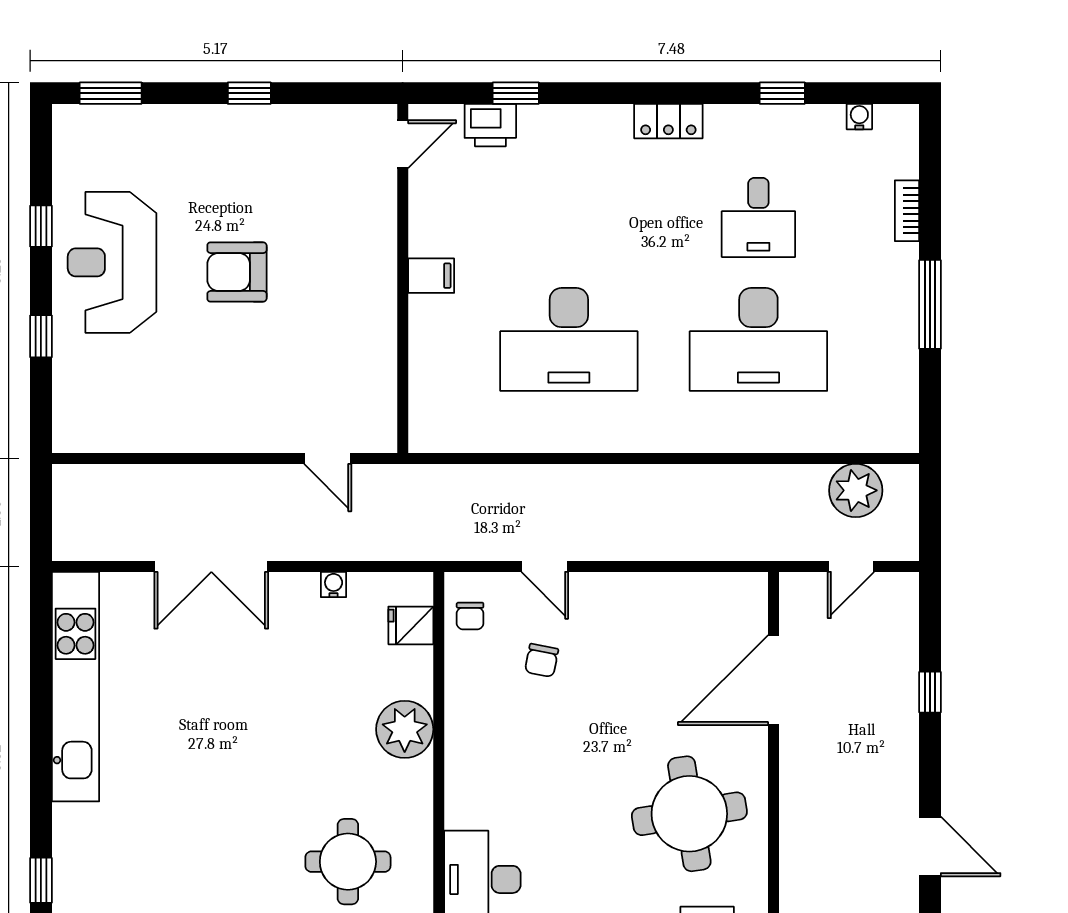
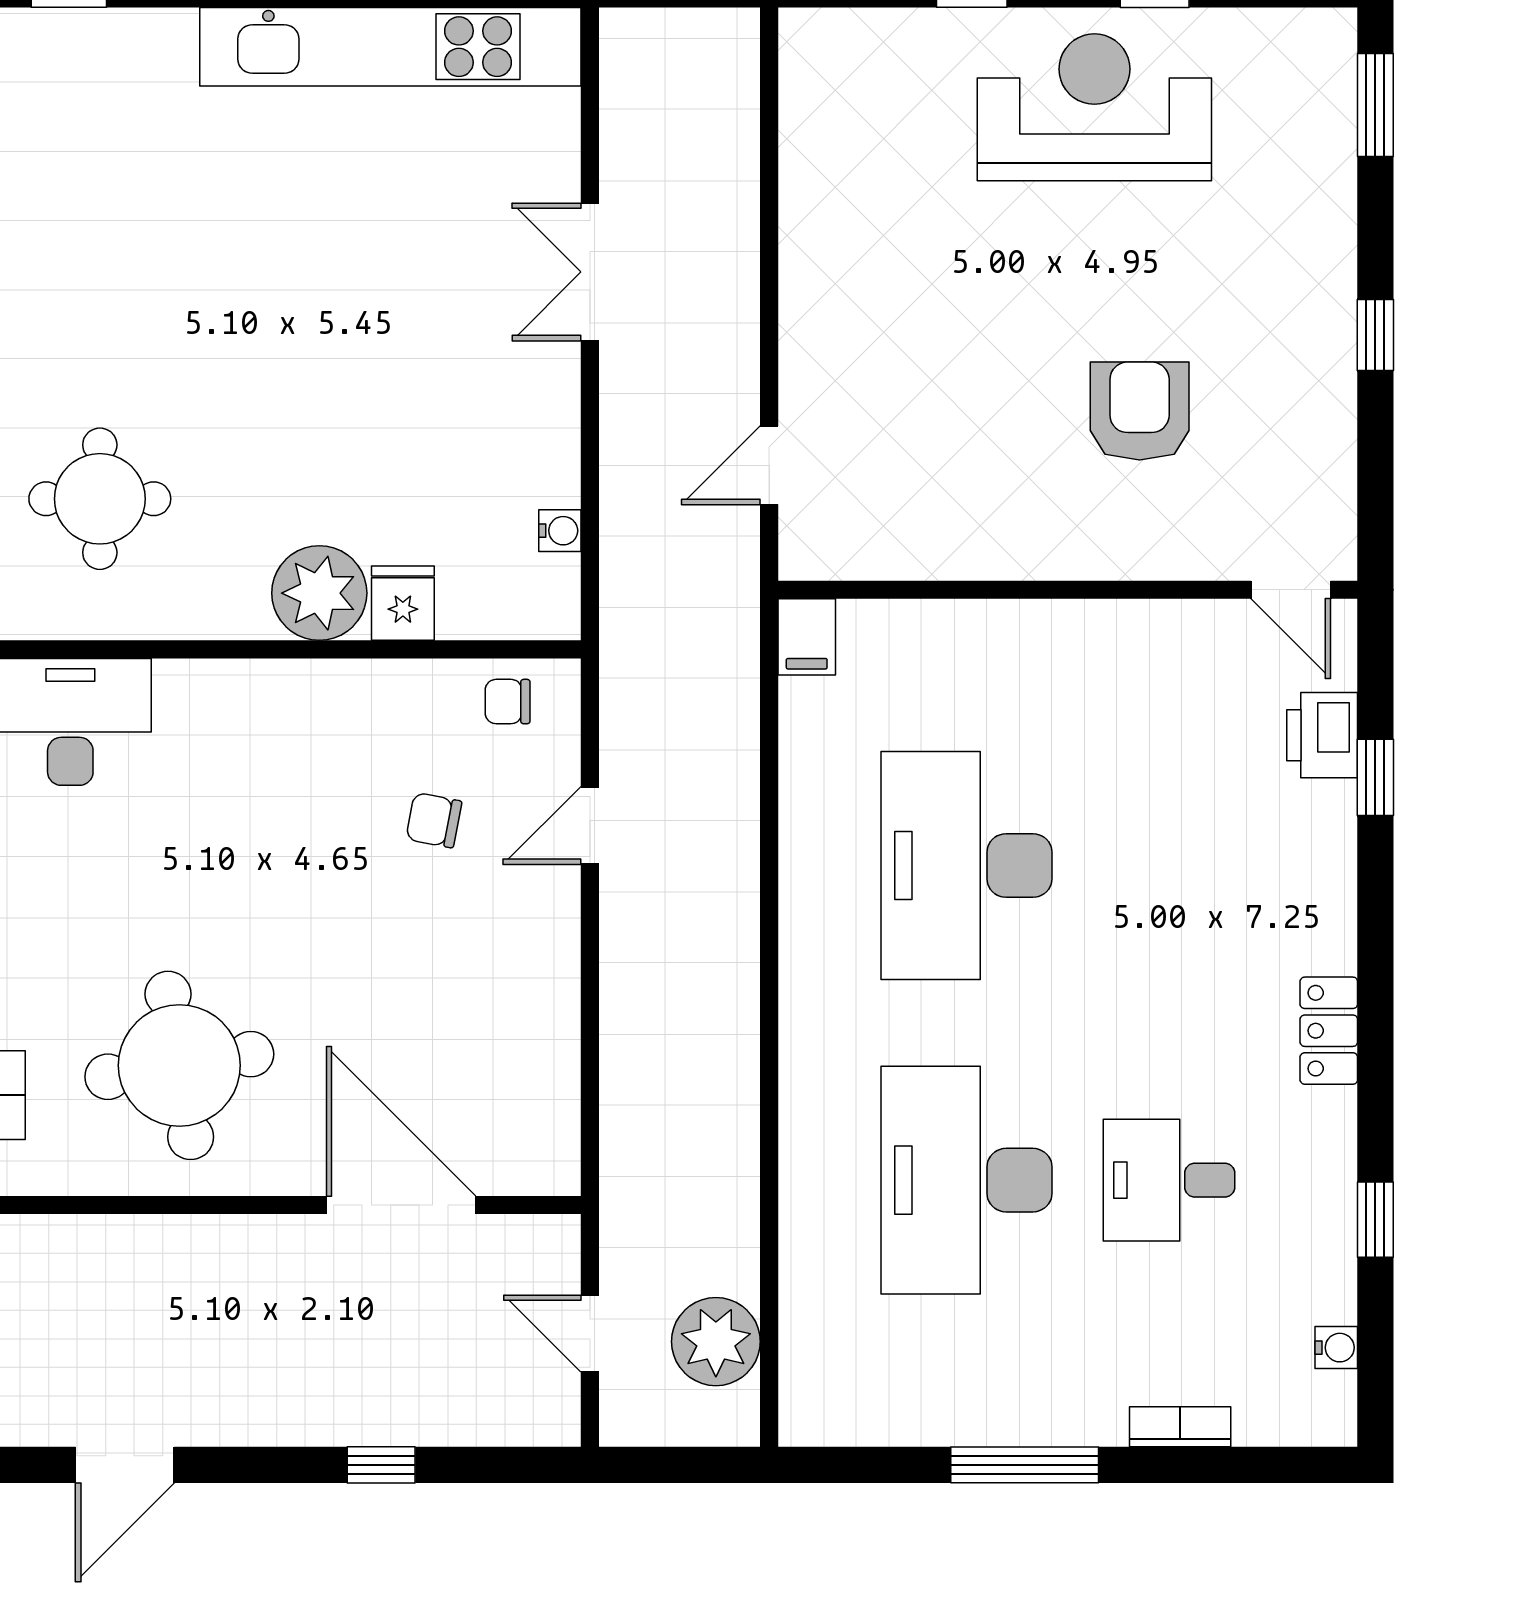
armchair: (237, 272) -> (1140, 411), moved
filing cabinet: (431, 276) -> (807, 637), moved
double door: (211, 566) -> (590, 272), width x0.73
water cooler: (334, 584) -> (560, 531), moved
fridge: (411, 625) -> (403, 603), moved

